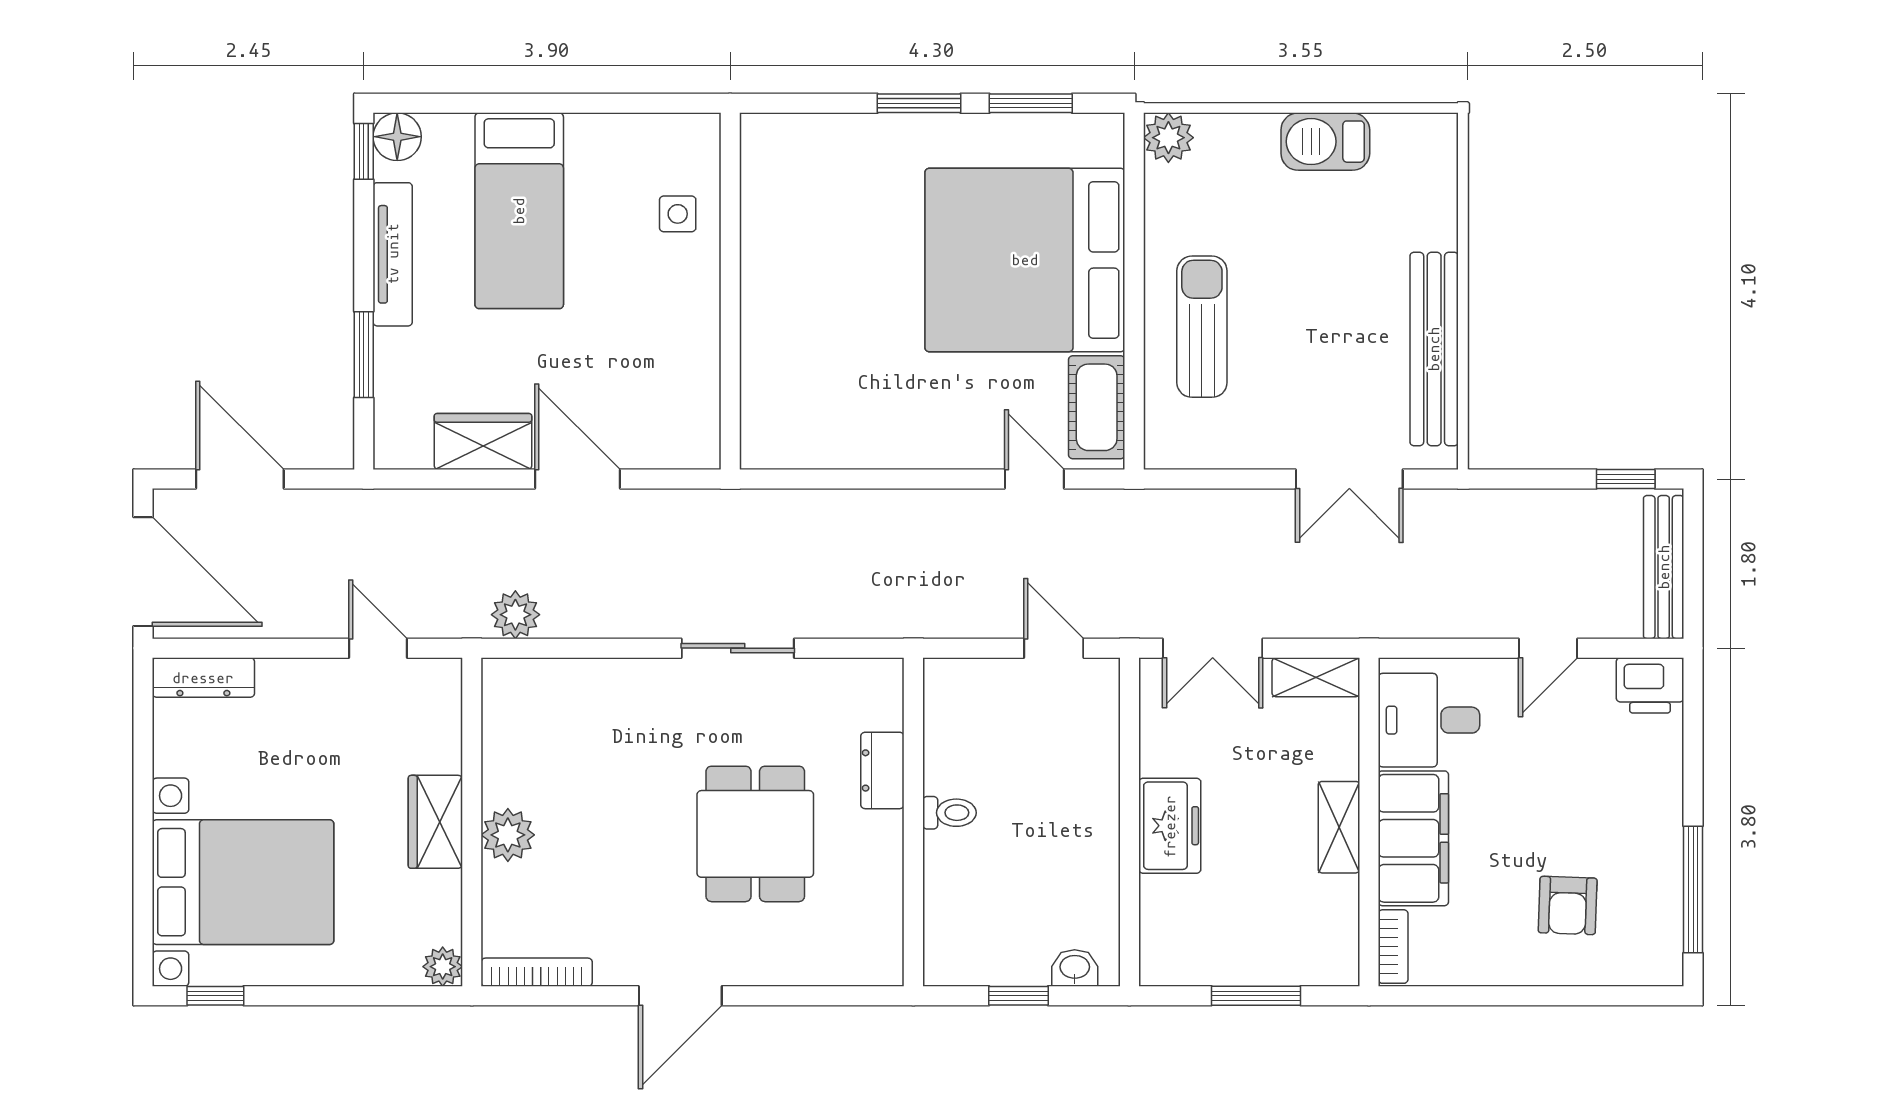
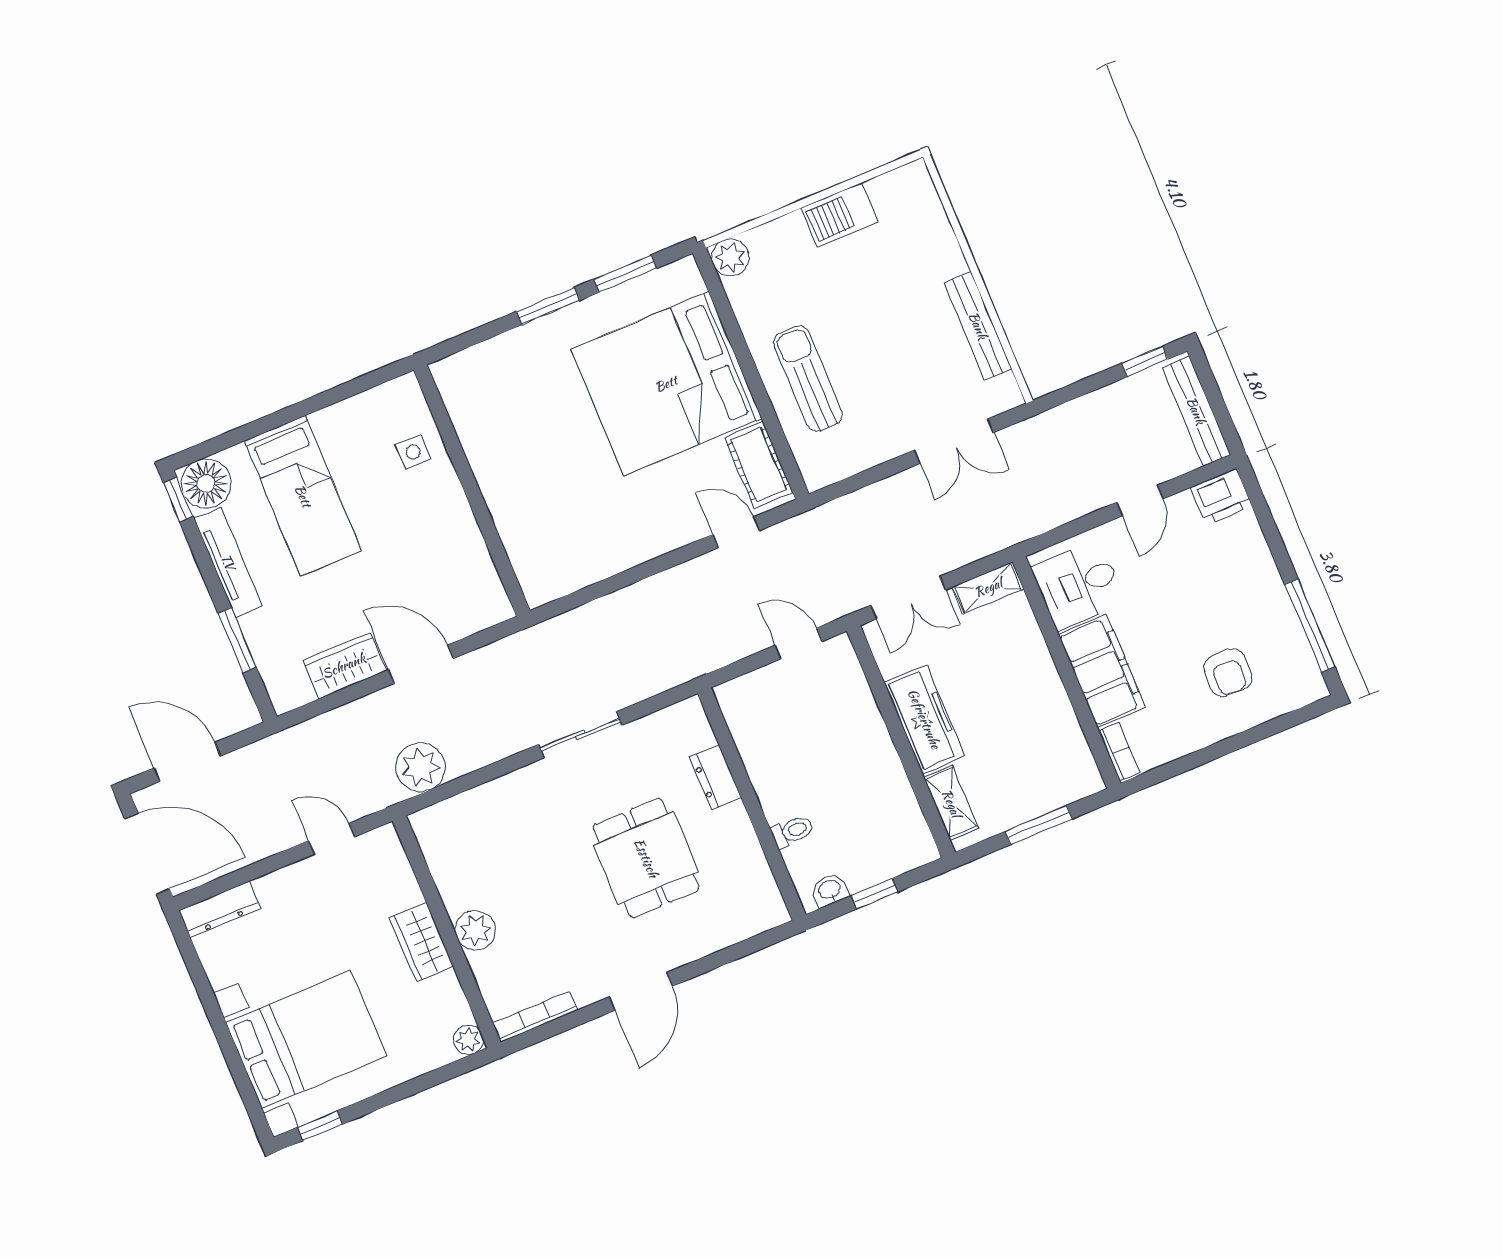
floor lamp: (397, 137) -> (206, 483), width x1.38, depth x1.38
bench: (1434, 349) -> (978, 326), width x0.73, depth x0.82
plant: (515, 615) -> (420, 767), width x1.36, depth x1.36
toilet: (949, 813) -> (792, 831), moved
freezer: (1170, 826) -> (924, 719), width x1.40
shelving: (1339, 827) -> (951, 803), moved
washbasin: (1075, 968) -> (830, 890), moved

